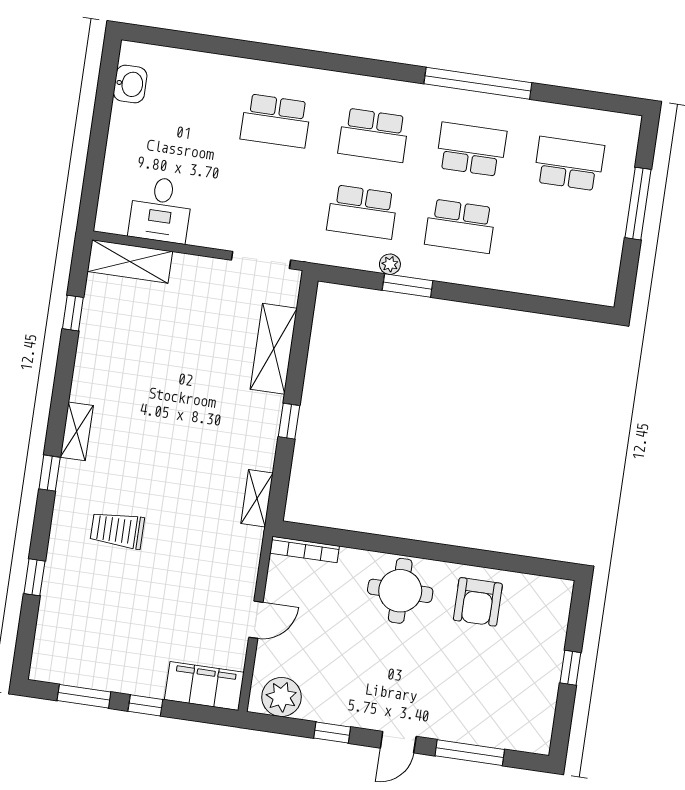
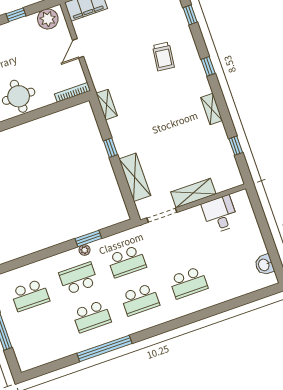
school desk: (276, 121) -> (188, 283), turned 180
school desk: (373, 135) -> (140, 300), turned 180
school desk: (569, 164) -> (30, 295), moved
school desk: (362, 212) -> (127, 262), turned 180
shelving: (130, 261) -> (193, 193), moved
plant: (390, 264) -> (85, 250), moved
shelving: (77, 431) -> (211, 109), moved
trolley: (117, 530) -> (163, 56), turned 97

